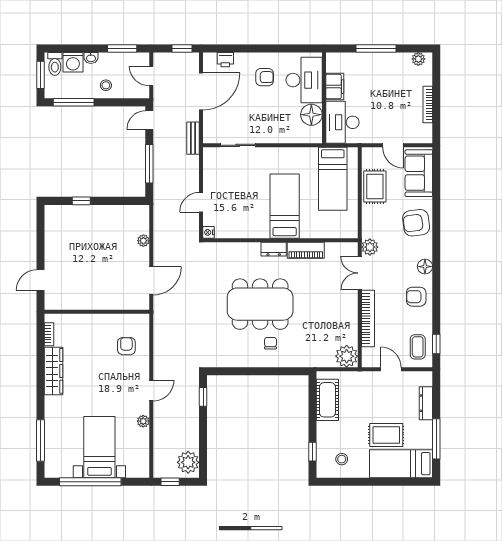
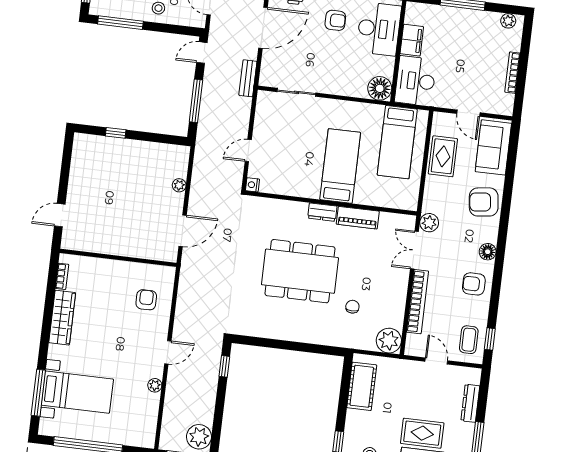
floor lamp: (311, 115) -> (380, 88), moved
chair: (270, 343) -> (352, 307), moved
bed with nightstands: (99, 447) -> (77, 392), moved, turned 90

